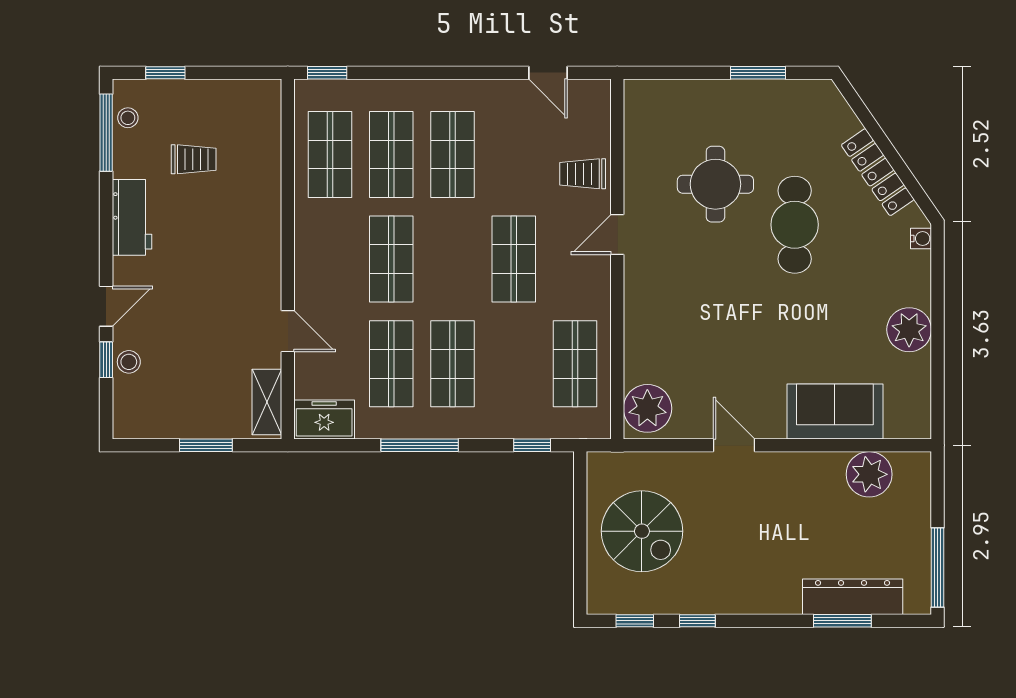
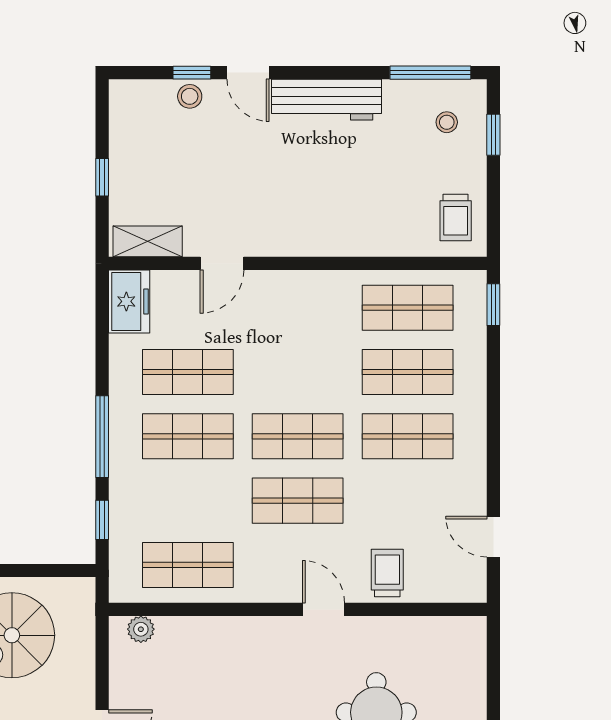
door: (548, 73) -> (493, 537), hinge flipped
stool: (128, 118) -> (447, 122), moved
trolley: (194, 159) -> (456, 218), moved
workbench: (132, 217) -> (327, 100), width x1.38
shop shelf: (391, 259) -> (298, 436), moved
plant: (647, 408) -> (141, 629), width x0.53, depth x0.53
window: (206, 445) -> (102, 177), width x0.67
window: (420, 445) -> (102, 437), moved

